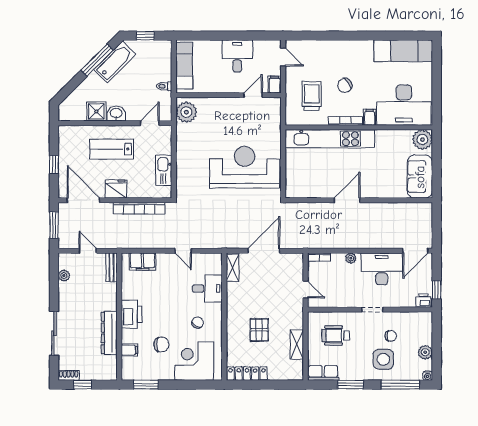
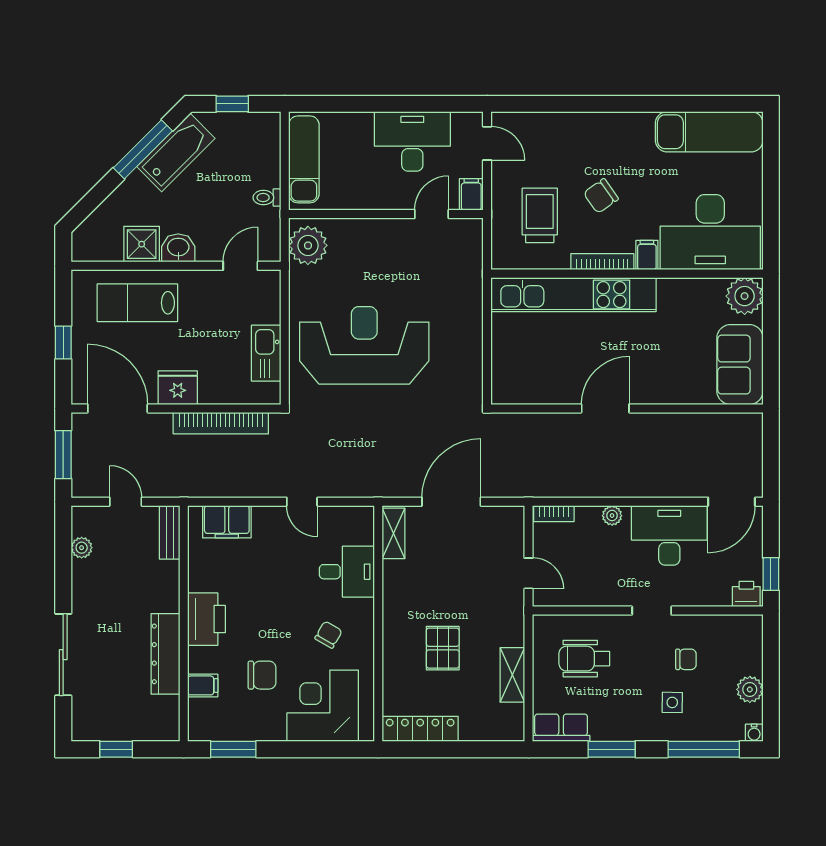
desk: (237, 56) -> (412, 141), width x1.37
lab bench: (112, 149) -> (137, 303), moved
reception desk: (245, 167) -> (364, 345), moved
side table: (383, 359) -> (672, 702), width x0.54, depth x0.54
shoe rack: (69, 375) -> (90, 732), removed

